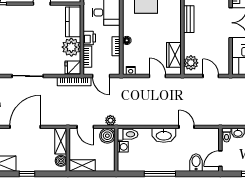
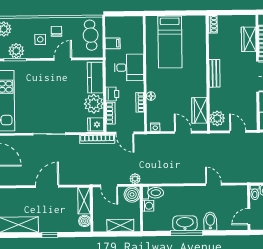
door: (25, 127) -> (47, 186), width x0.73
washbasin: (164, 135) -> (185, 223), moved, turned 180
bidet: (196, 162) -> (210, 221), moved
shelving: (82, 166) -> (120, 225), moved

